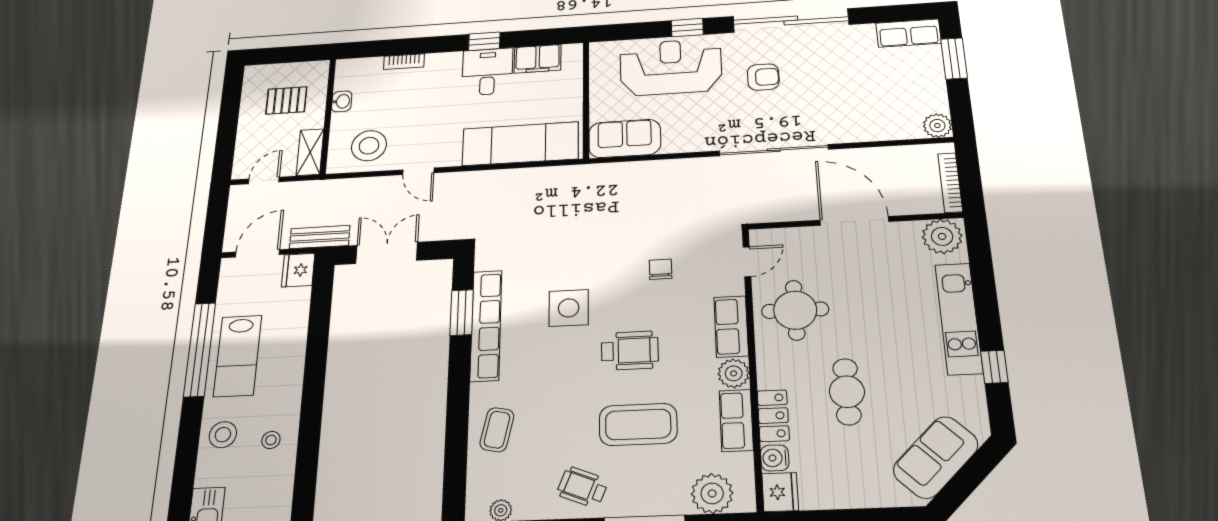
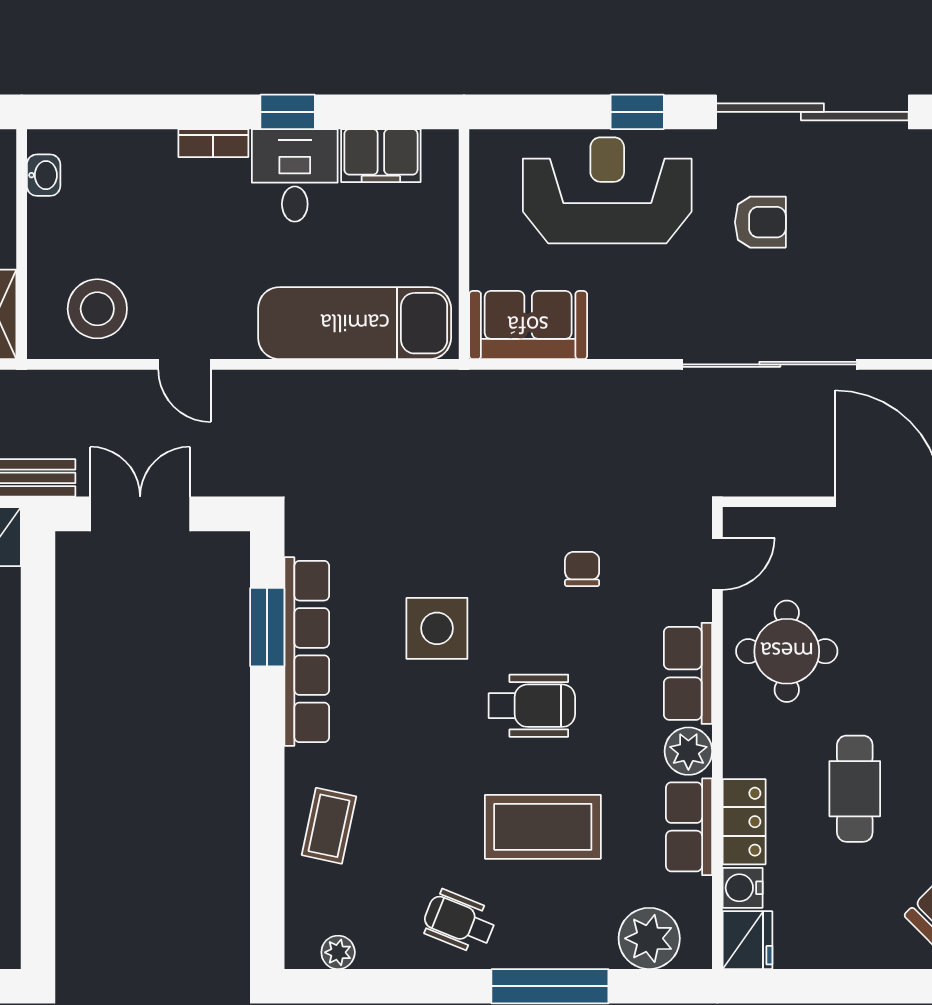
bookcase: (404, 62) -> (213, 143), moved
washbasin: (342, 101) -> (44, 175), moved

